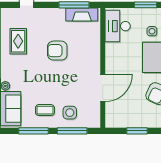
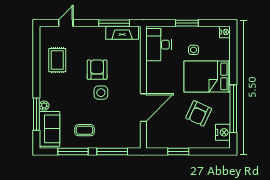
armchair: (57, 51) -> (97, 70), turned 90
side table: (70, 113) -> (101, 93), moved

